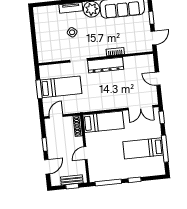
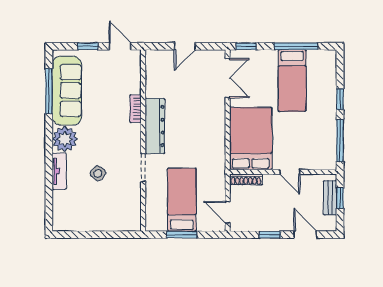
bed: (103, 122) -> (251, 139), width x1.50

